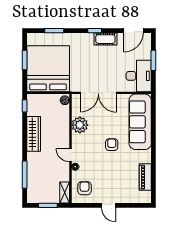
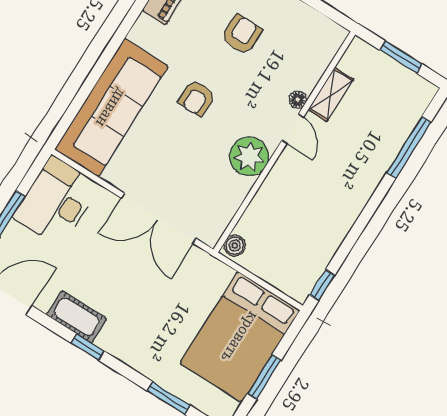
bed: (48, 69) -> (240, 337), width x0.73
double door: (98, 93) -> (159, 218), swing flipped
plant: (80, 125) -> (249, 157), moved
wardrobe: (34, 134) -> (340, 218), removed
armchair: (84, 188) -> (242, 34), moved, turned 180
shelving: (65, 193) -> (331, 94), moved

